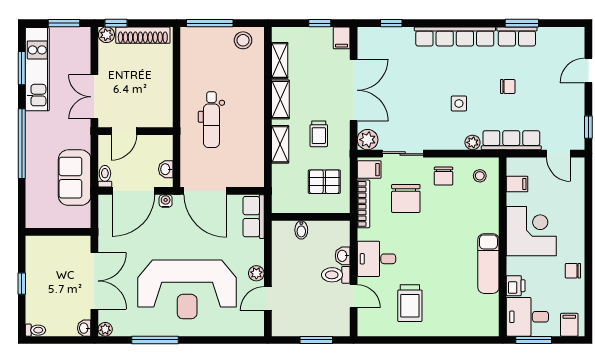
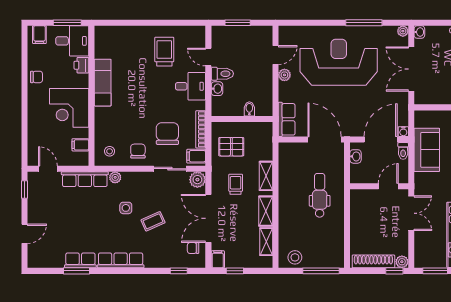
row of seats: (455, 36) -> (121, 260), width x0.73
coffee table: (424, 86) -> (153, 221), added
chair: (508, 86) -> (193, 248), moved
water cooler: (166, 201) -> (403, 132), moved

